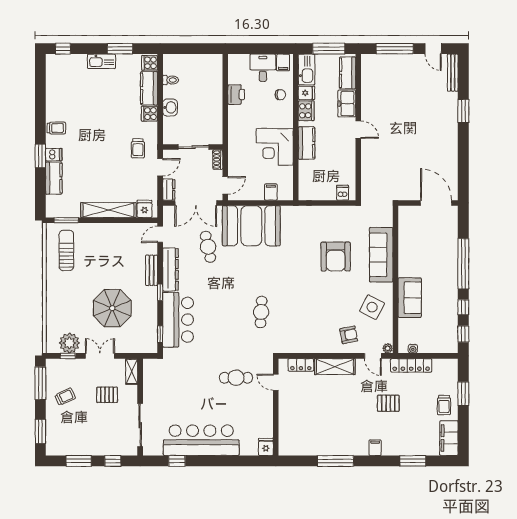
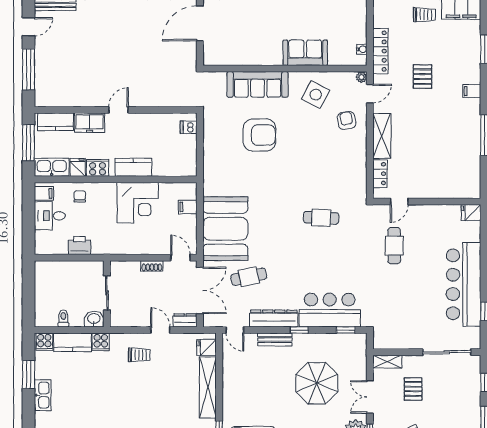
wall: (193, 147) -> (107, 294), moved
sliding door: (194, 147) -> (107, 293), moved

